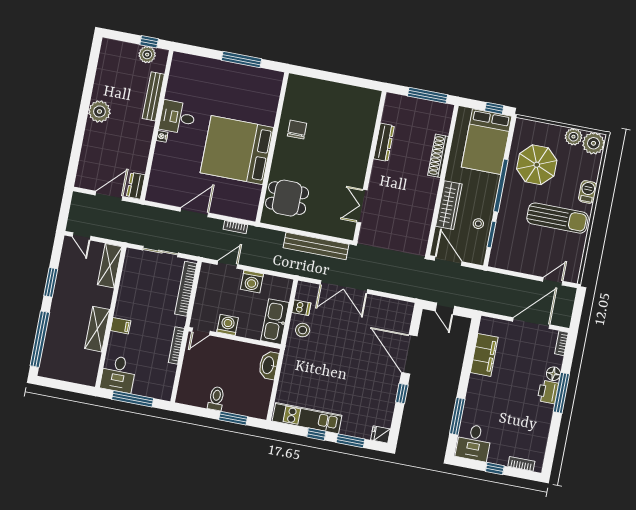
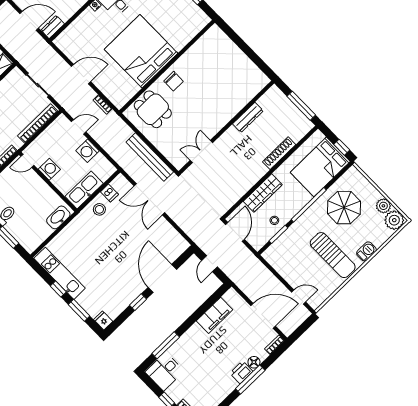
chair: (297, 130) -> (174, 81), moved, turned 90

